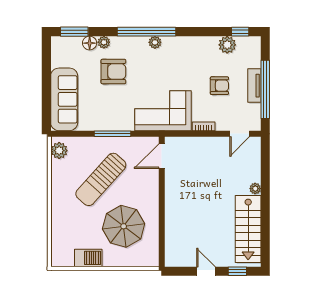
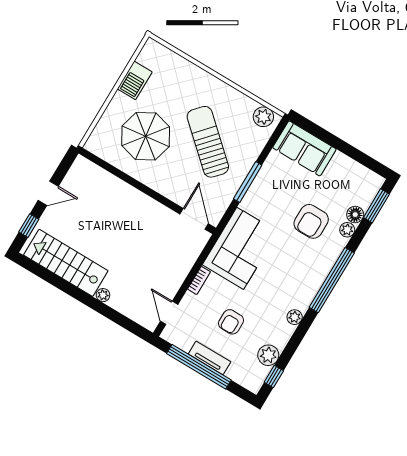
plant: (155, 42) -> (295, 317), moved
sofa: (64, 99) -> (304, 148), width x0.73

